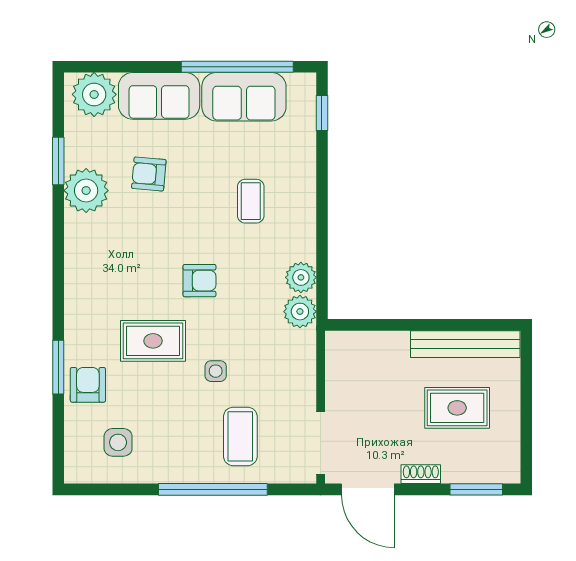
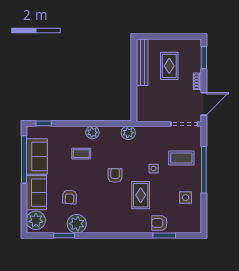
plant: (301, 277) -> (92, 132), moved
window: (58, 367) -> (164, 236), moved
side table: (118, 442) -> (186, 198), moved

